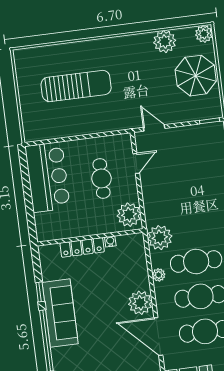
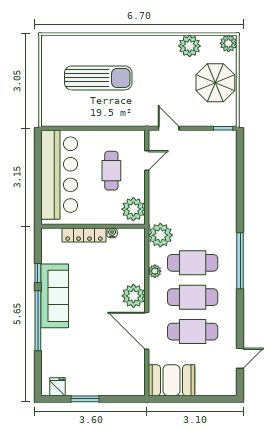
bar counter: (48, 177) -> (59, 175), width x1.36

